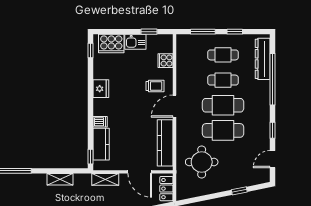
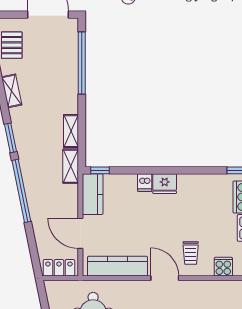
fridge: (101, 89) -> (165, 184), moved
kitchen counter: (101, 144) -> (93, 194), moved, turned -90
door: (140, 172) -> (80, 233), hinge flipped
shelving: (105, 179) -> (71, 166), moved

